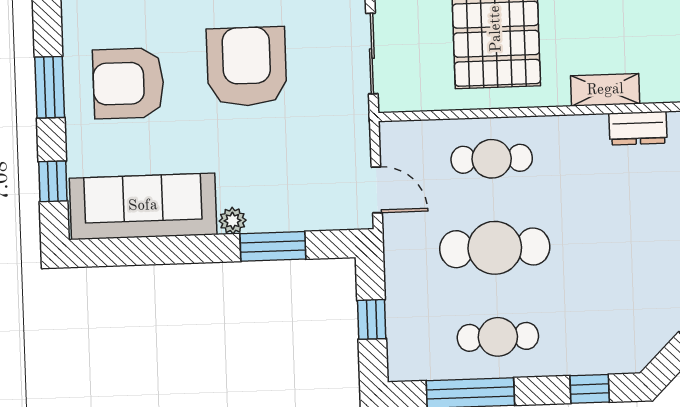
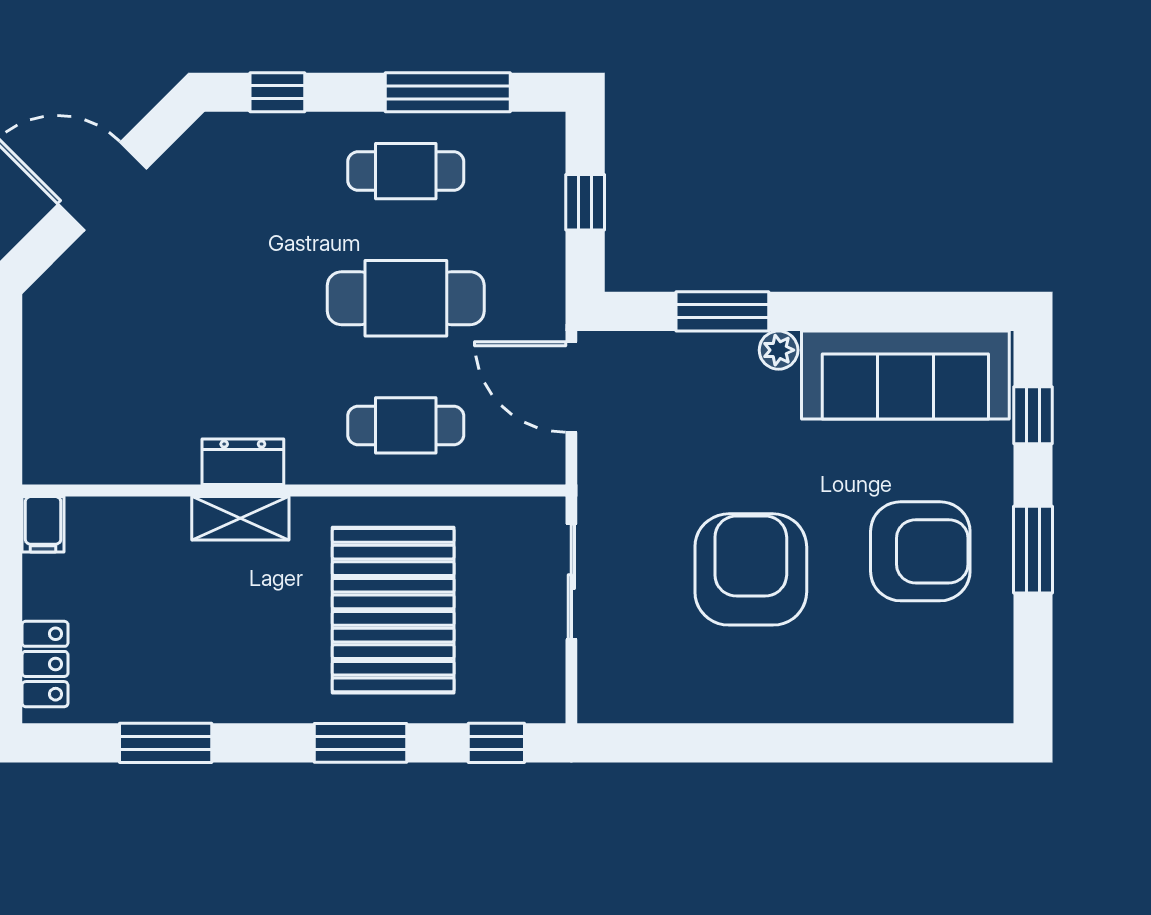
armchair: (247, 66) -> (751, 569), turned 180
dresser: (638, 128) -> (243, 462), moved
door: (377, 190) -> (571, 387), width x1.38

